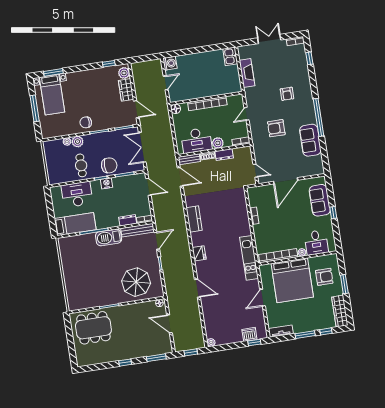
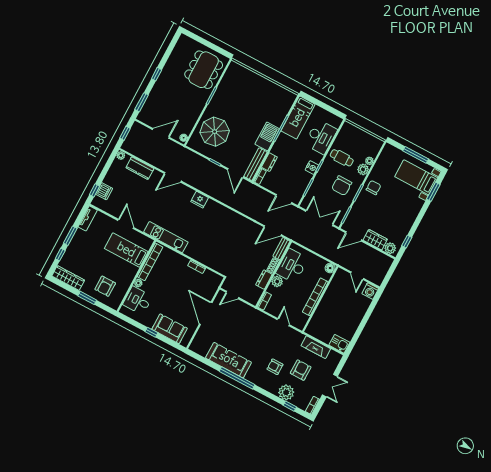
plant: (301, 70) -> (286, 392), added
armchair: (276, 128) -> (301, 370), moved
sofa: (310, 140) -> (229, 360), width x1.36
chair: (109, 165) -> (342, 186), moved
kitchen counter: (194, 219) -> (140, 168), moved
bed: (292, 280) -> (126, 250), width x0.49

